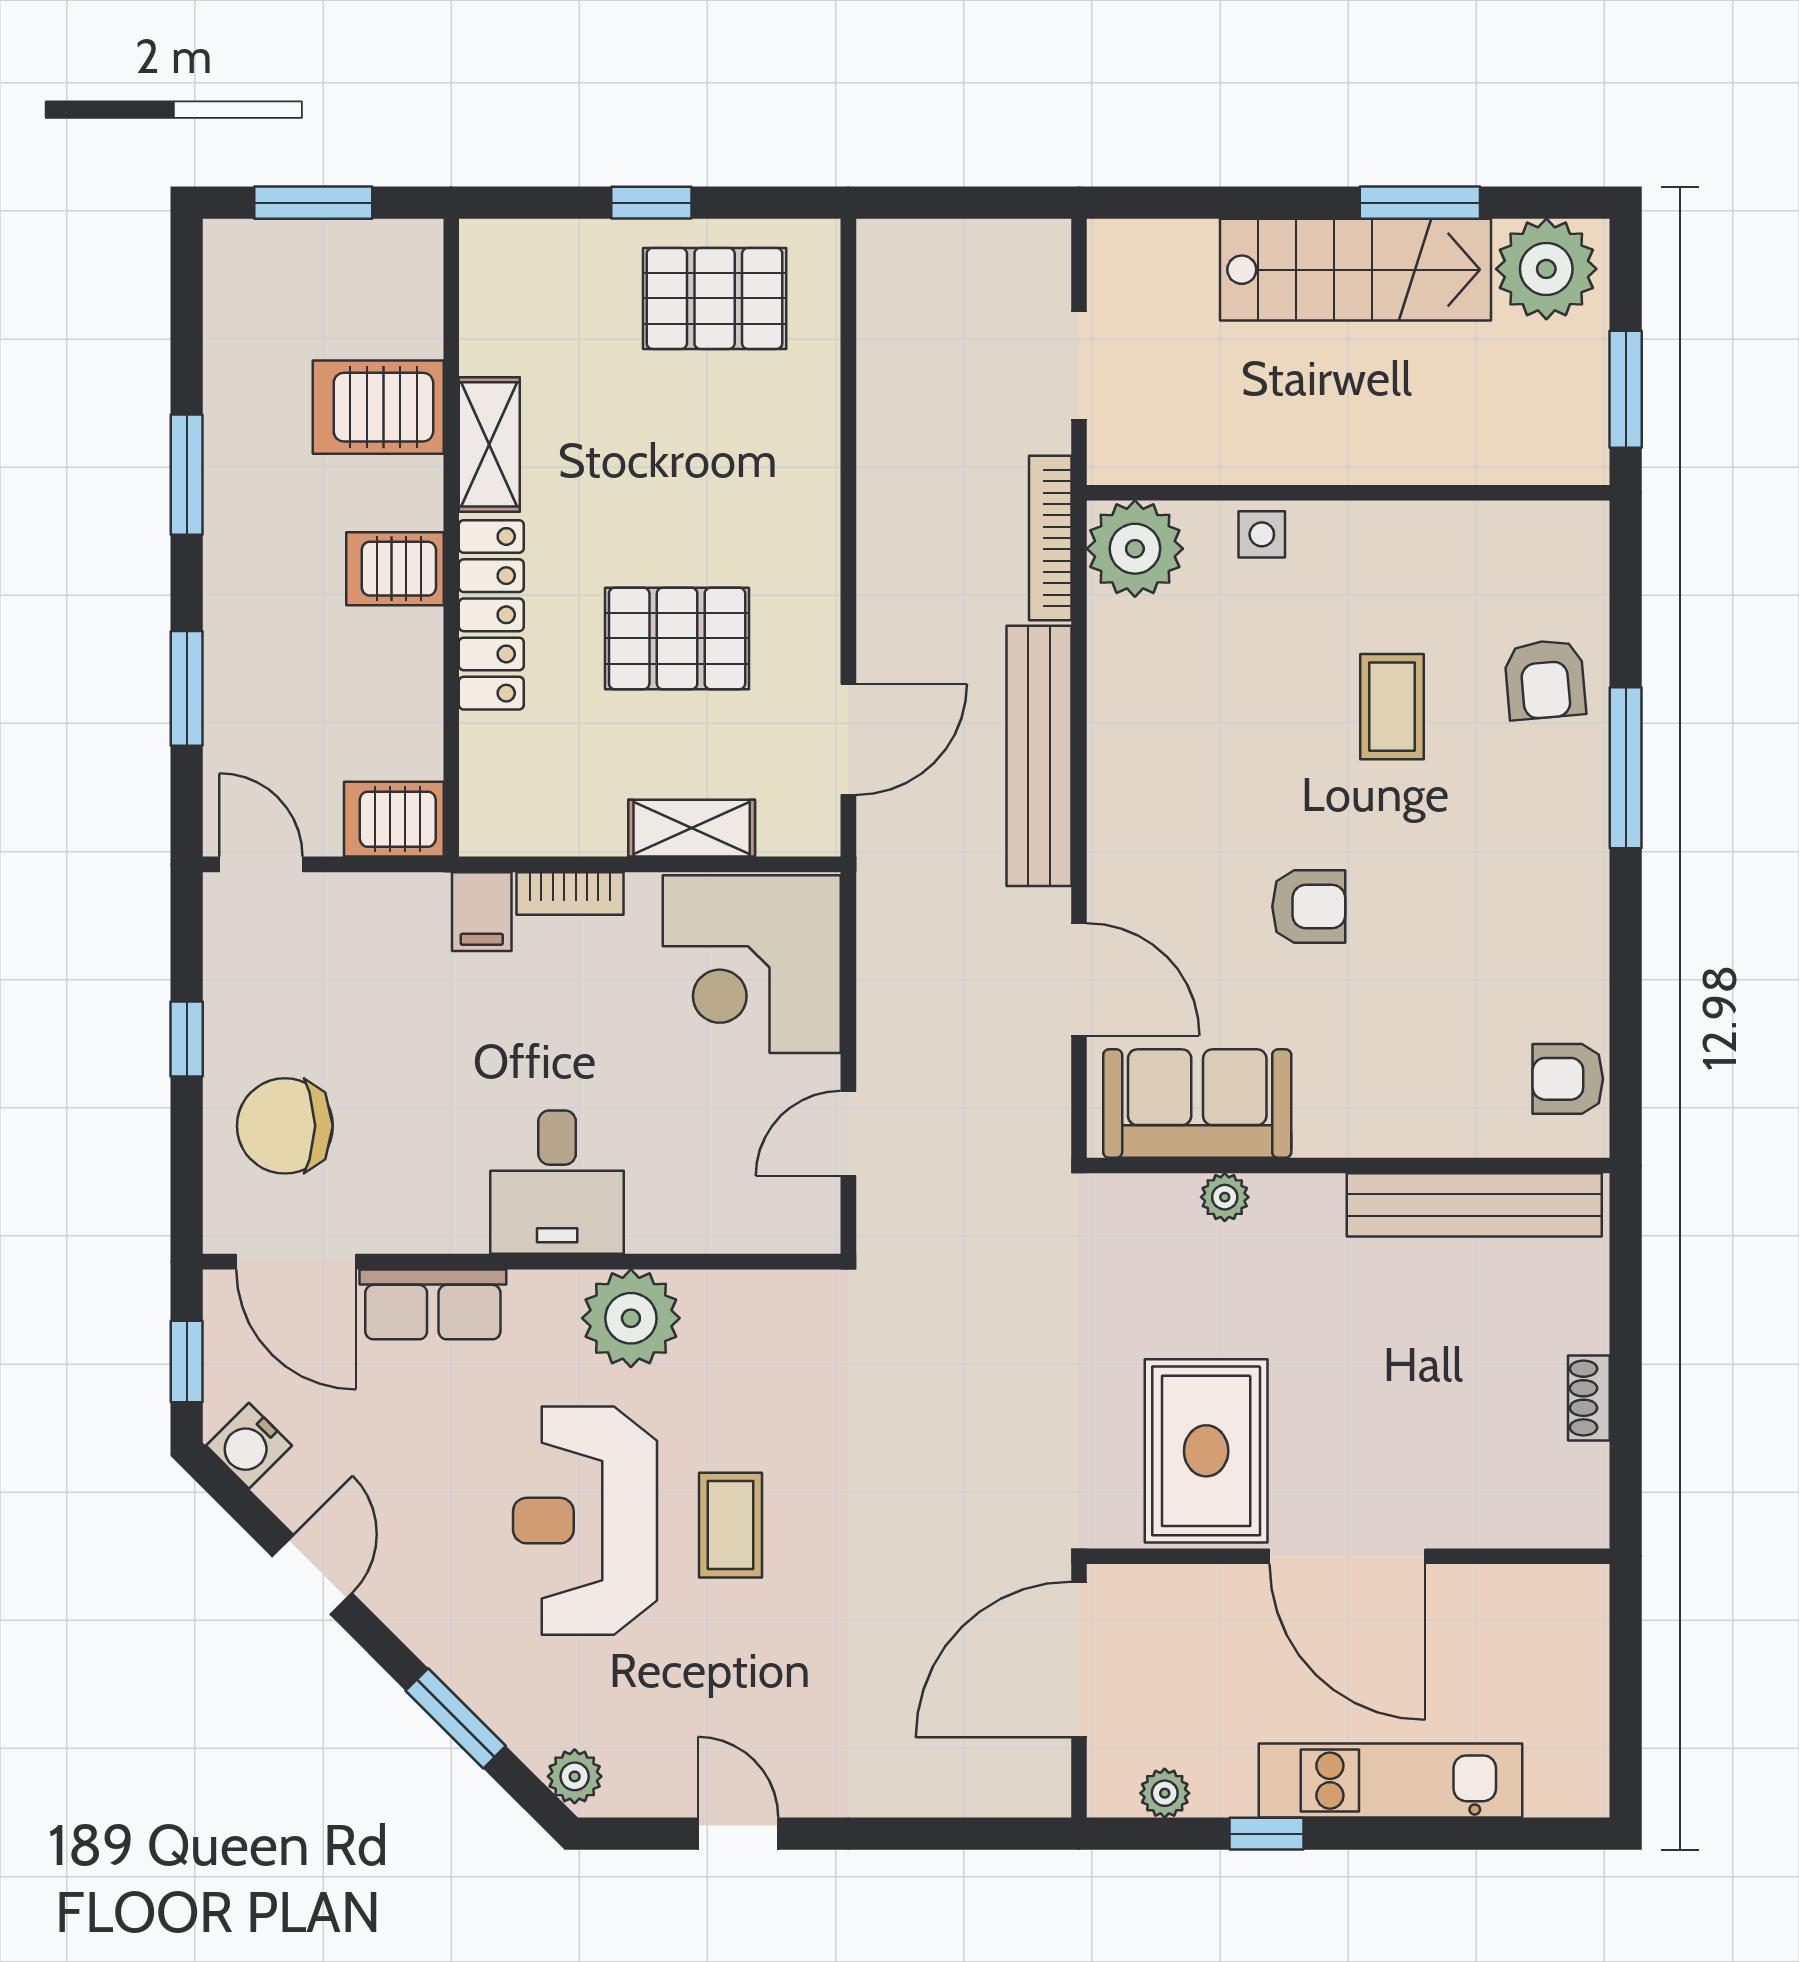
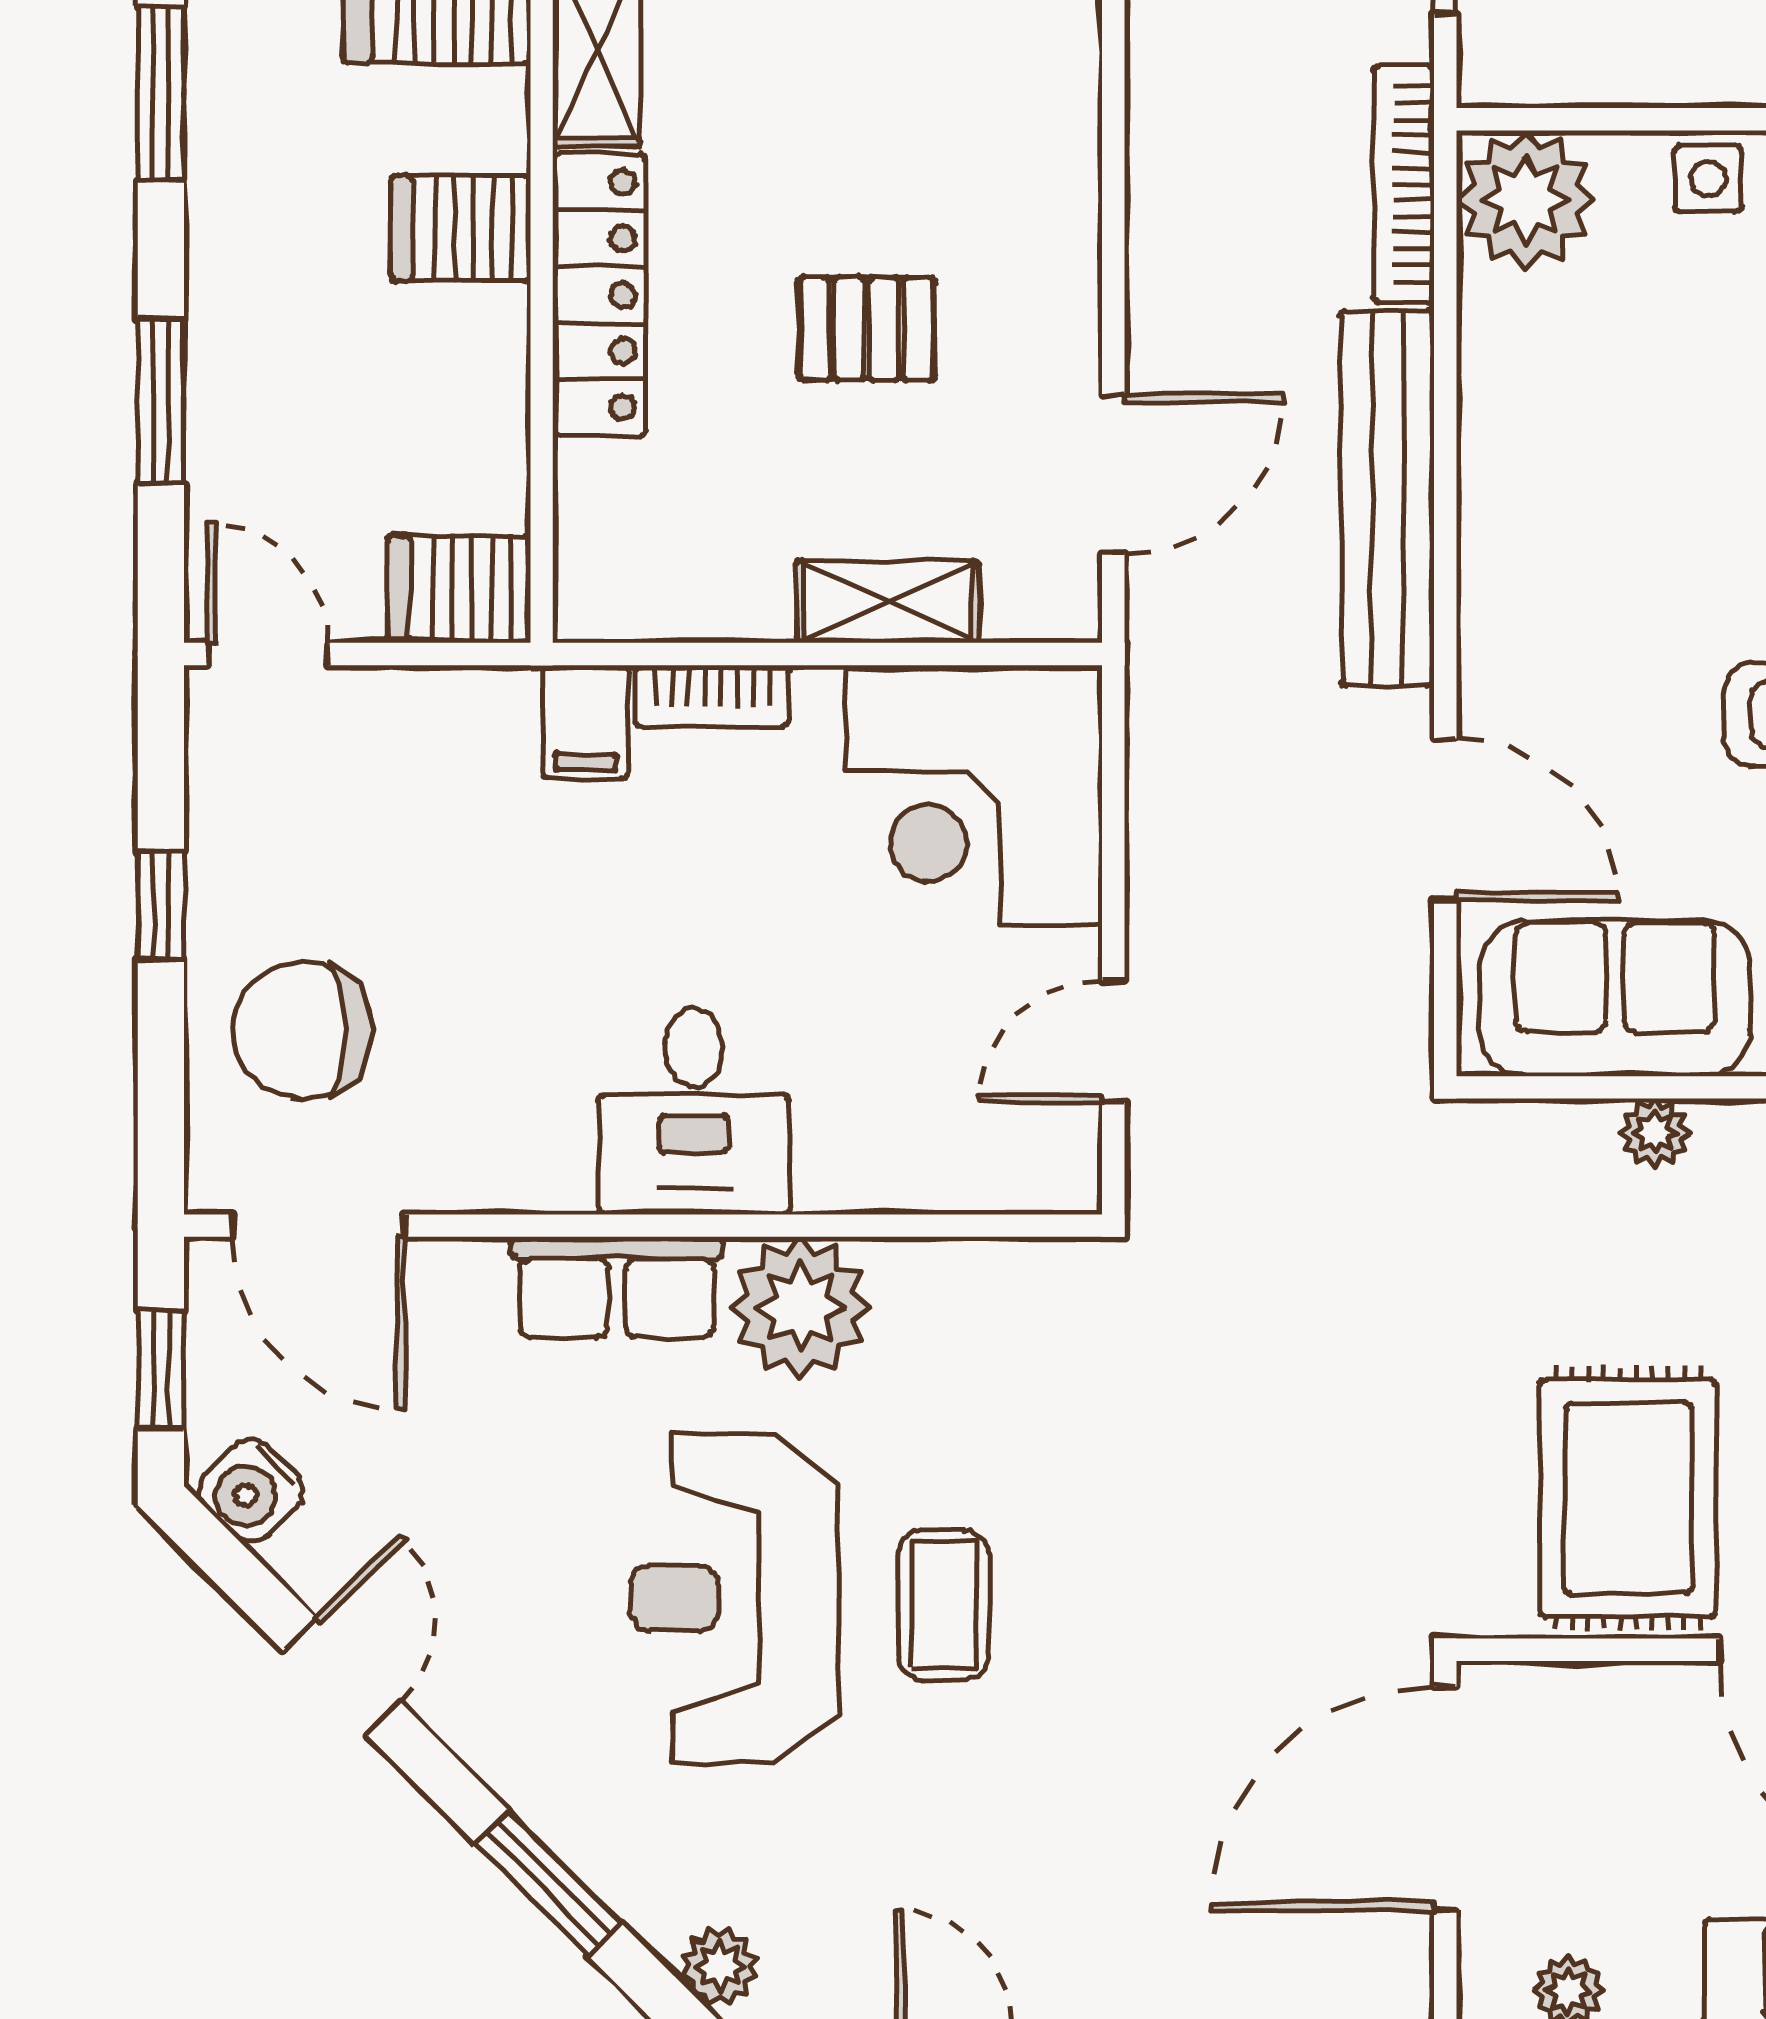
pallet: (677, 638) -> (867, 329), width x0.67, depth x0.71
row of seats: (433, 1304) -> (617, 1287), moved

